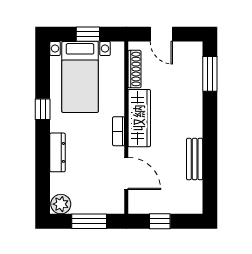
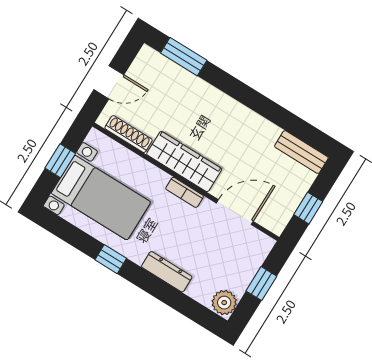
bench: (195, 159) -> (301, 152), moved
window: (89, 221) -> (261, 284), width x0.67

